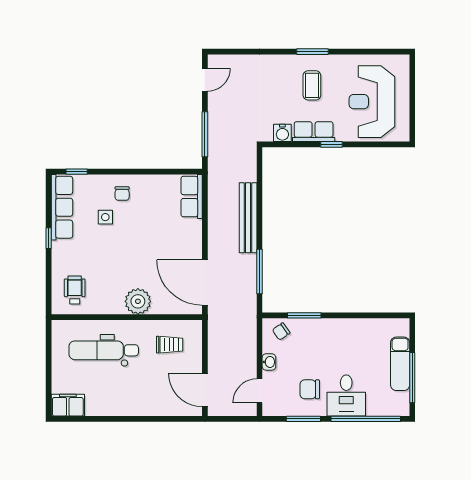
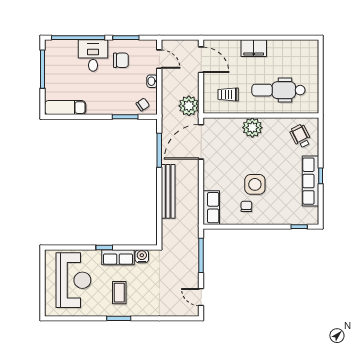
door: (205, 80) -> (201, 297), hinge flipped
chair: (122, 193) -> (246, 206), moved
row of seats: (62, 207) -> (310, 181), moved
side table: (105, 217) -> (255, 184), moved, width x1.87, depth x1.87
door: (205, 283) -> (201, 142), swing flipped
wheelchair: (75, 290) -> (301, 136), turned 153
plant: (221, 330) -> (189, 106), added
dental chair: (104, 350) -> (278, 90), turned 180
exam couch: (400, 364) -> (65, 108), moved, turned -90
door: (259, 391) -> (159, 59), hinge flipped
filing cabinet: (68, 405) -> (254, 48), moved

